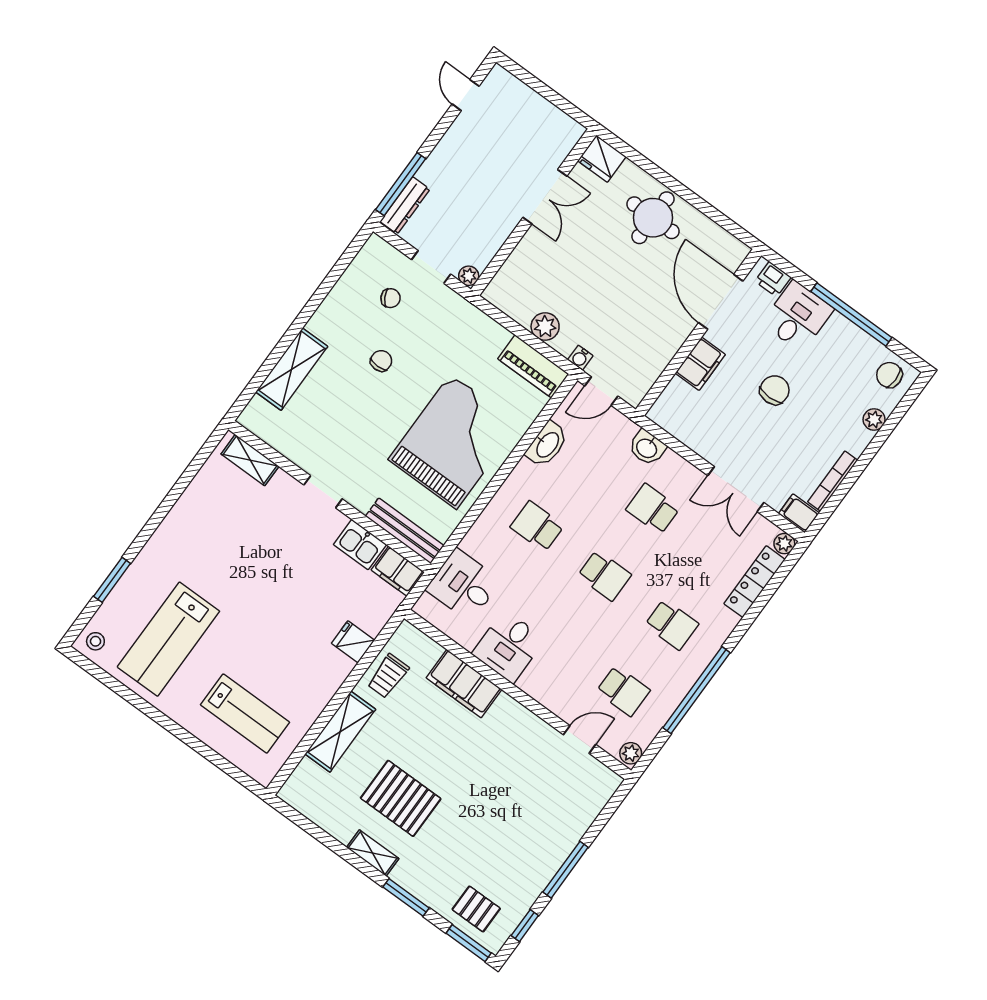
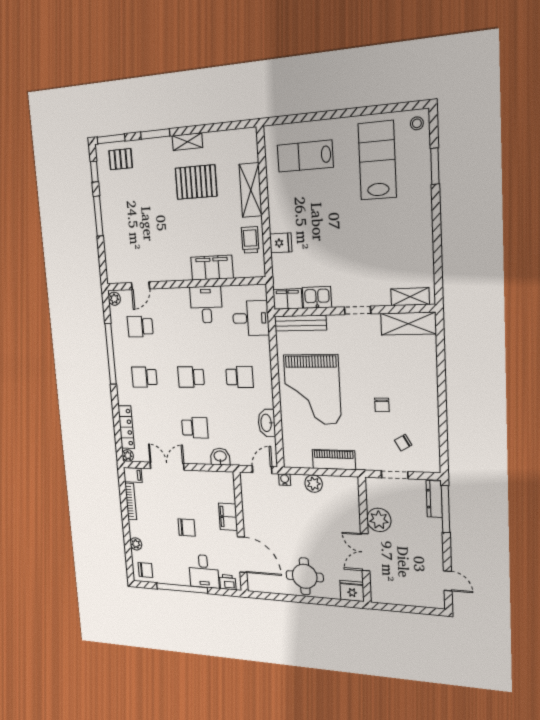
plant: (469, 276) -> (379, 520), moved, width x1.87, depth x1.87
piano: (533, 366) -> (334, 460), moved
shelving: (292, 369) -> (408, 324), moved, turned 90
chair: (775, 390) -> (187, 527), turned -90

